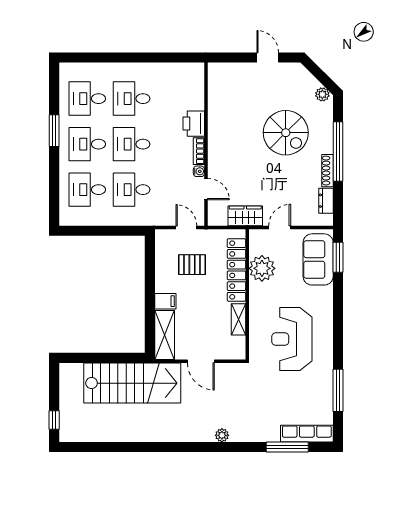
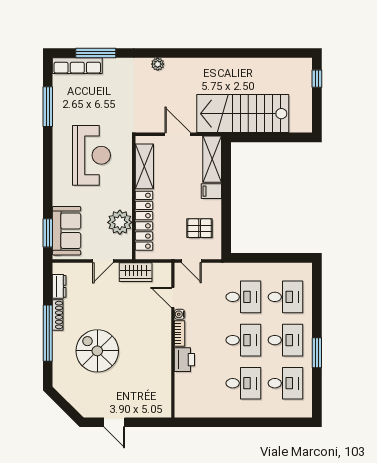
plant: (322, 94) -> (63, 387), removed
pallet: (192, 265) -> (200, 228), moved
shelving: (238, 319) -> (144, 166), width x1.50, depth x1.33

